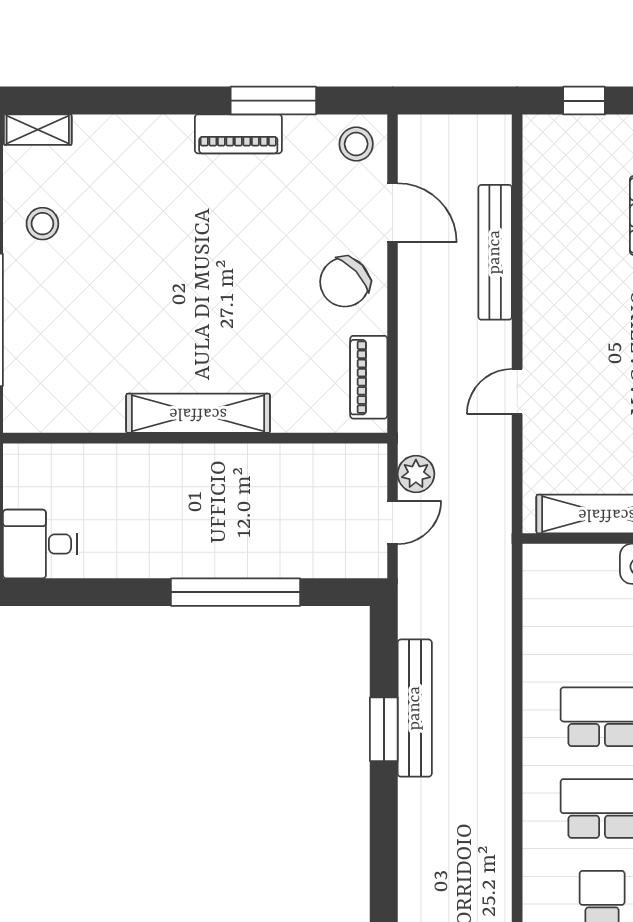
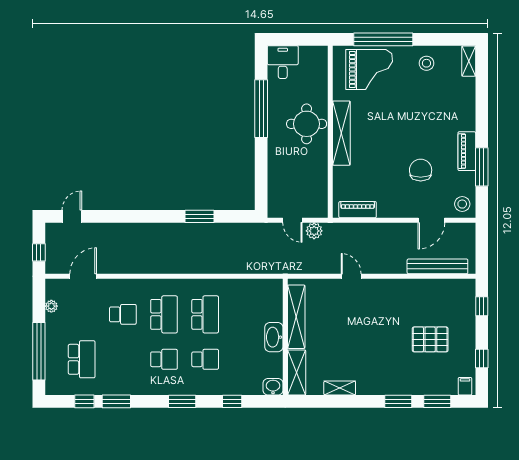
bench: (495, 252) -> (437, 266), moved
chair: (345, 282) -> (421, 170), moved, turned 43
grand piano: (56, 351) -> (369, 69), added
round table: (178, 491) -> (307, 124), added
window: (236, 592) -> (261, 109), moved
bench: (415, 708) -> (209, 230), removed

